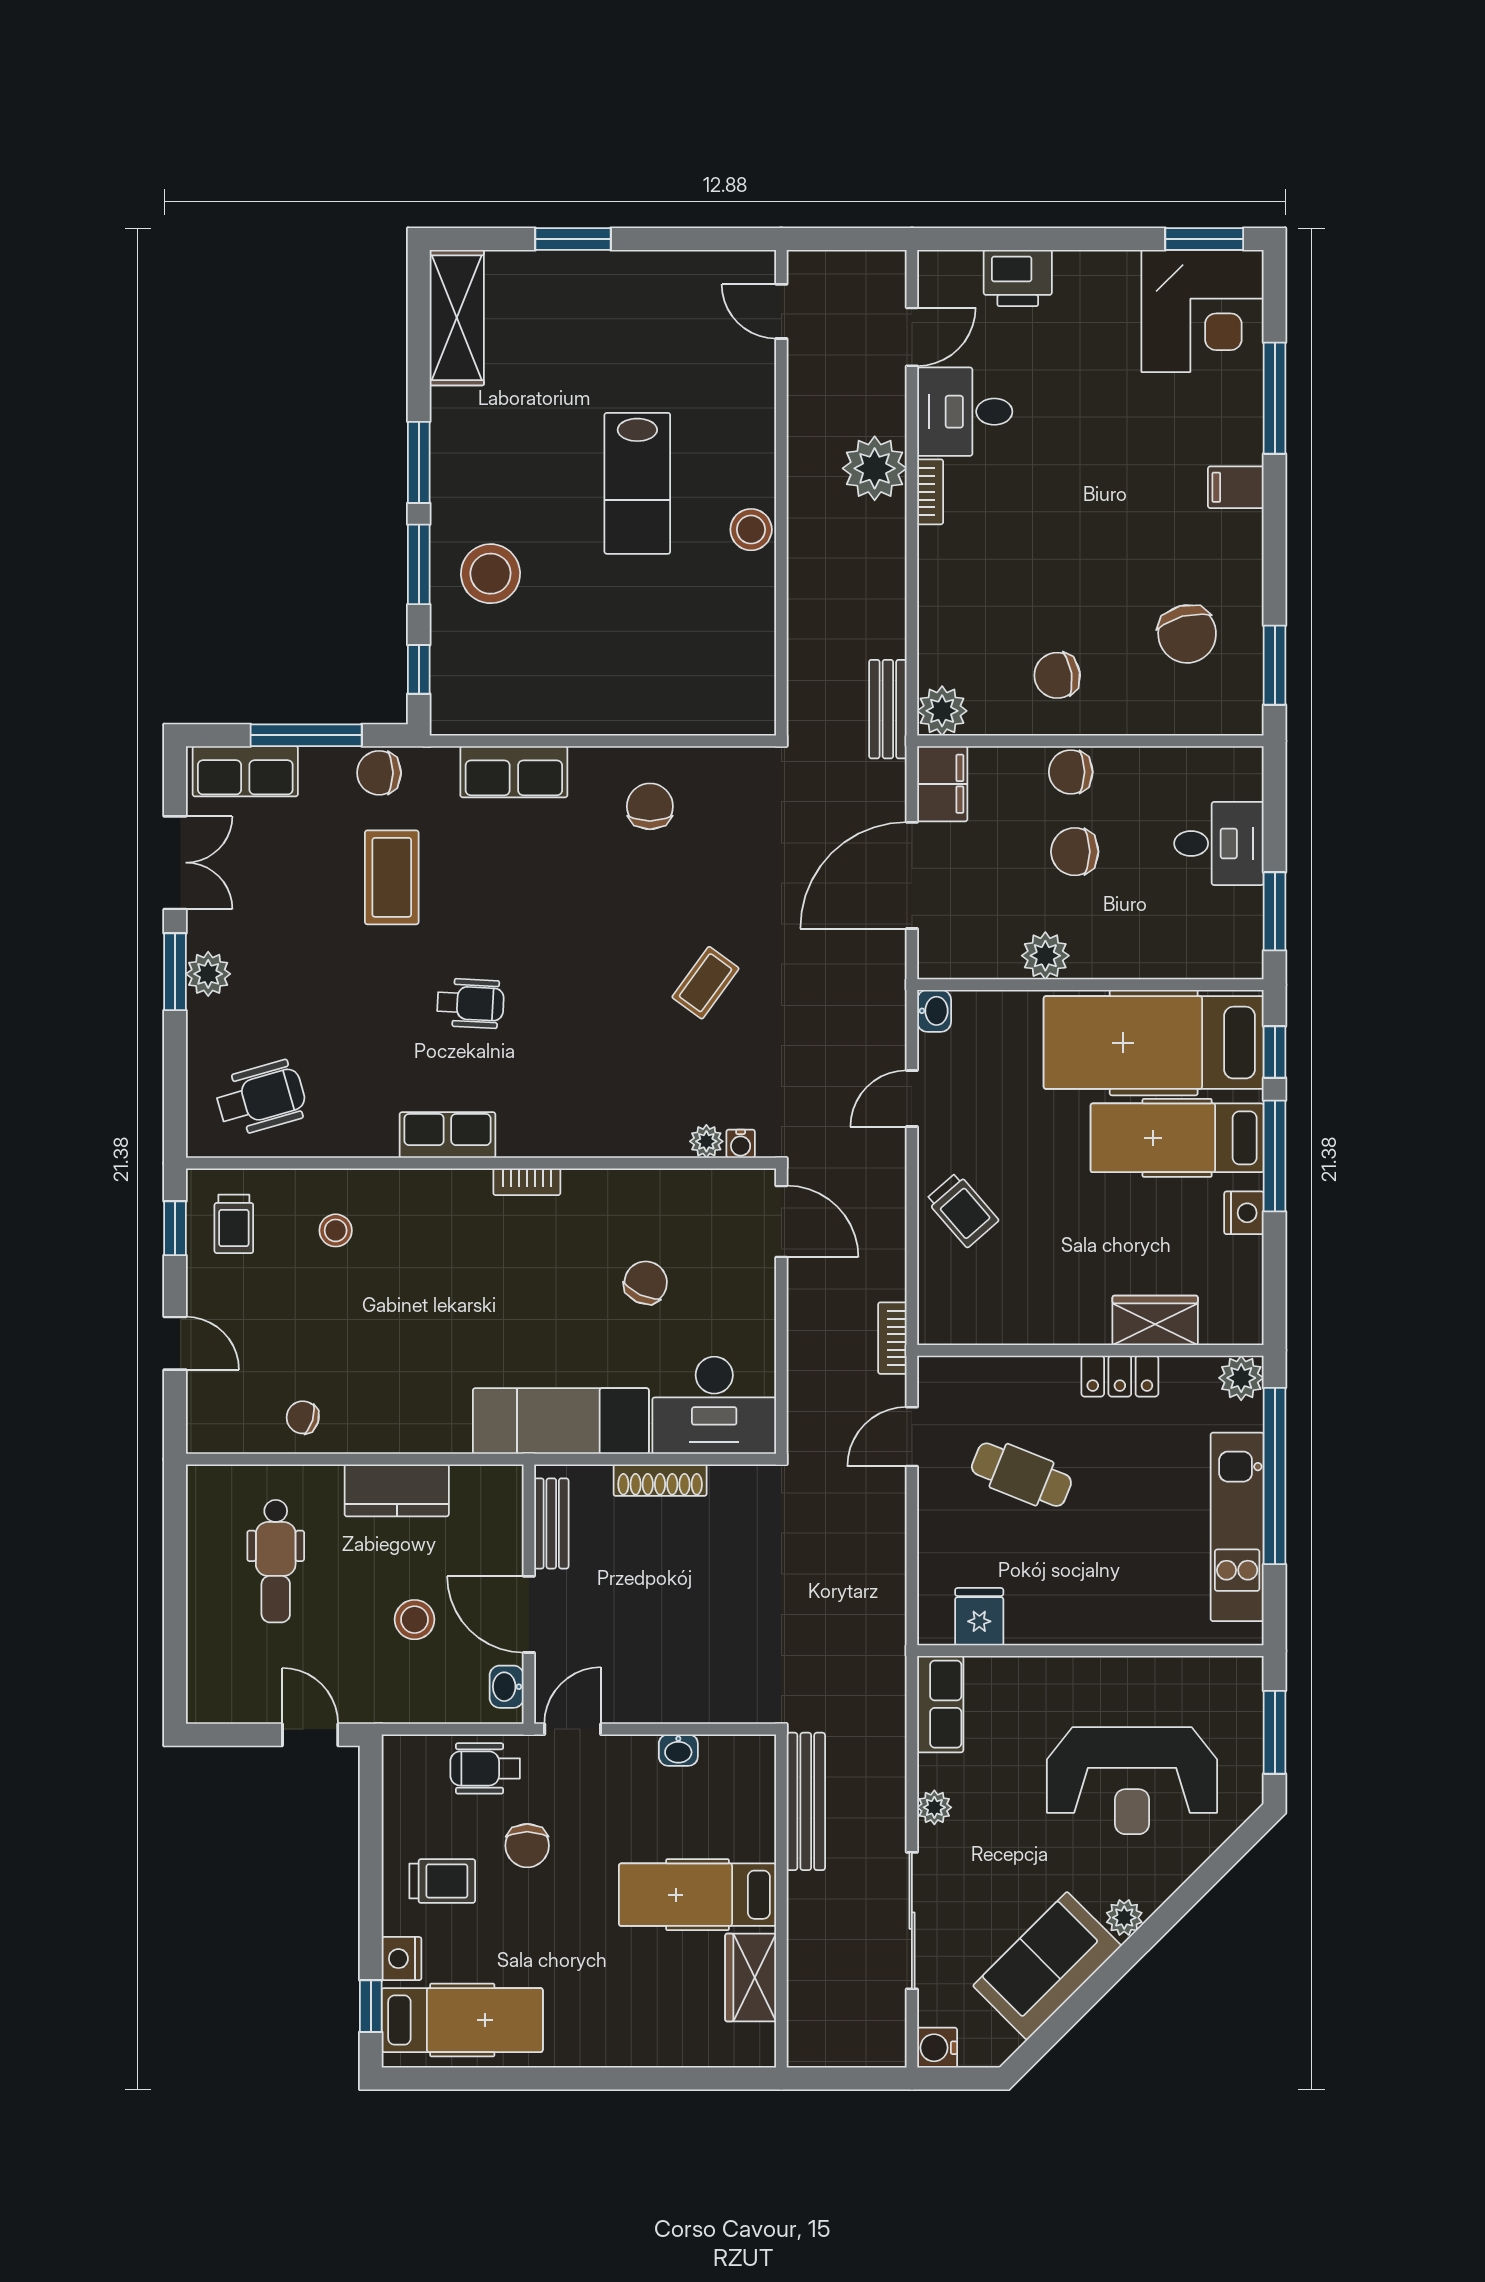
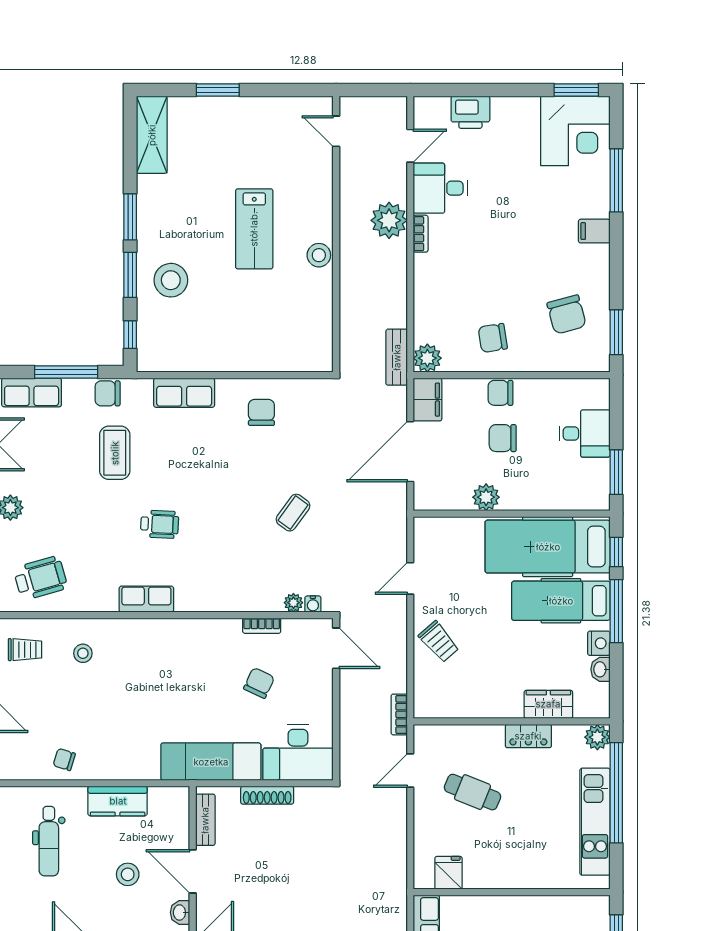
washbasin: (934, 1011) -> (600, 669), moved, turned 180
bookcase: (527, 1182) -> (262, 626), moved
trolley: (234, 1224) -> (25, 650), turned -90

